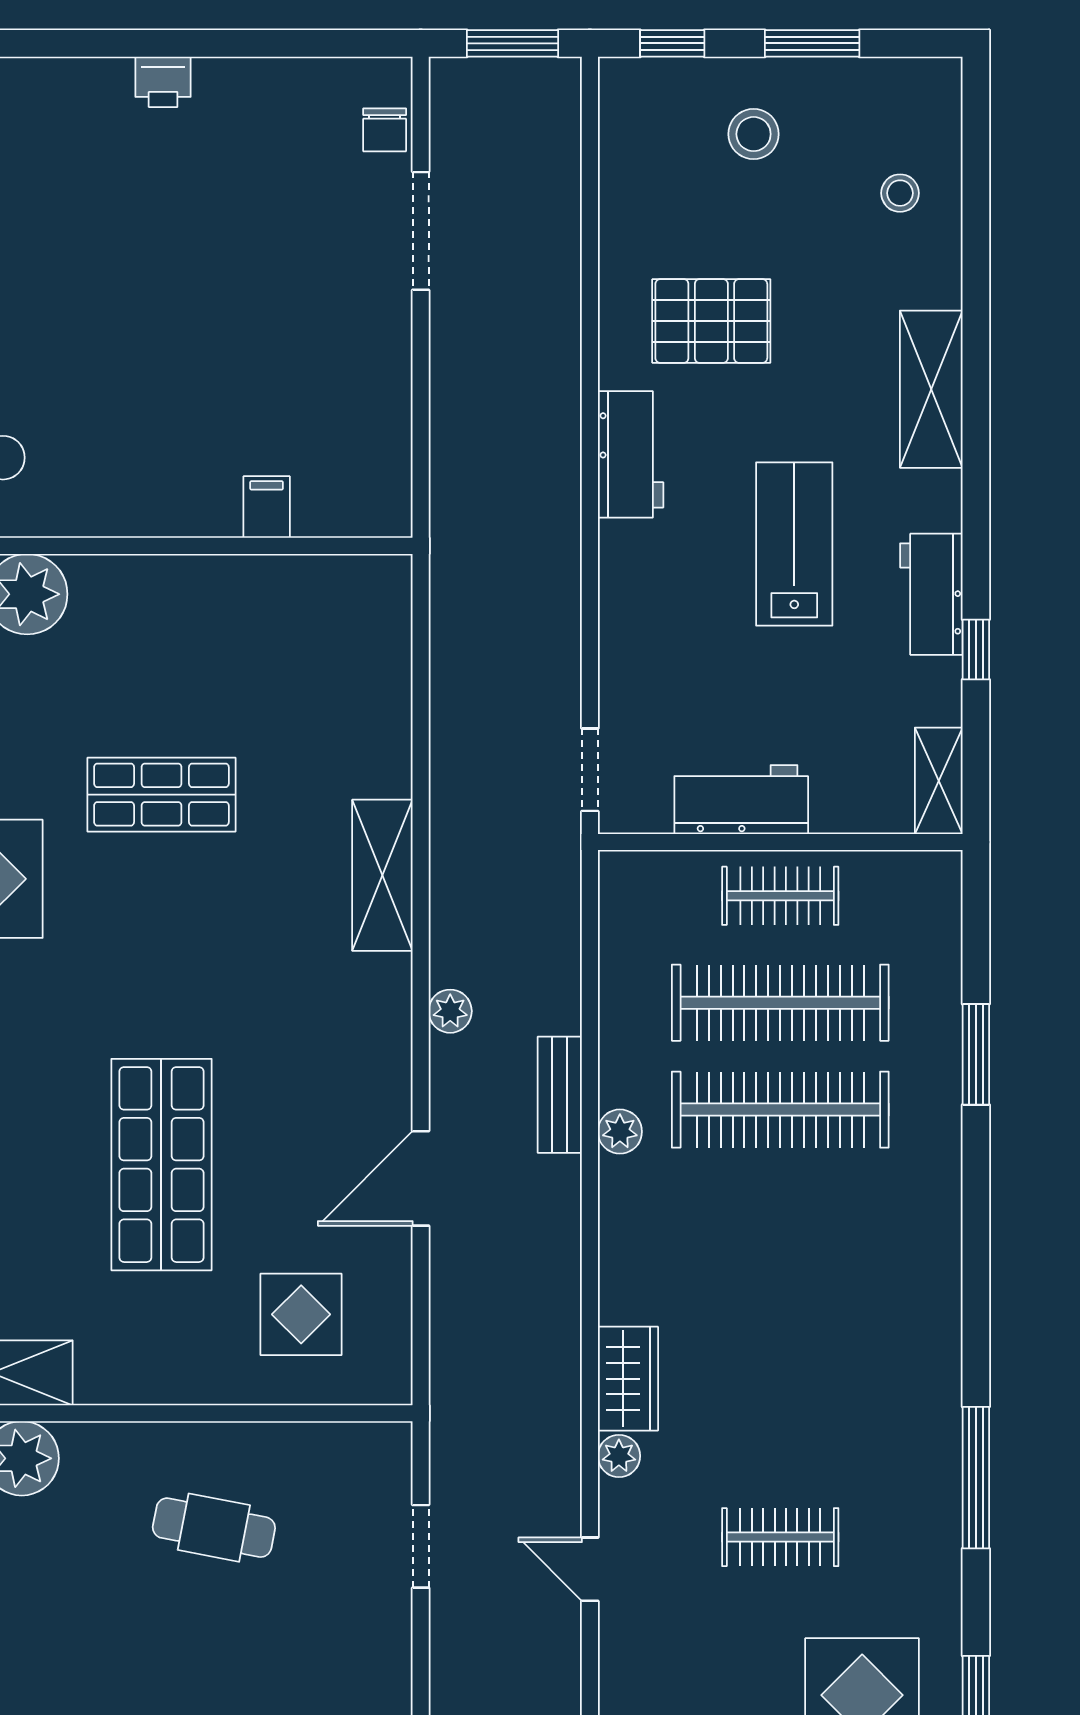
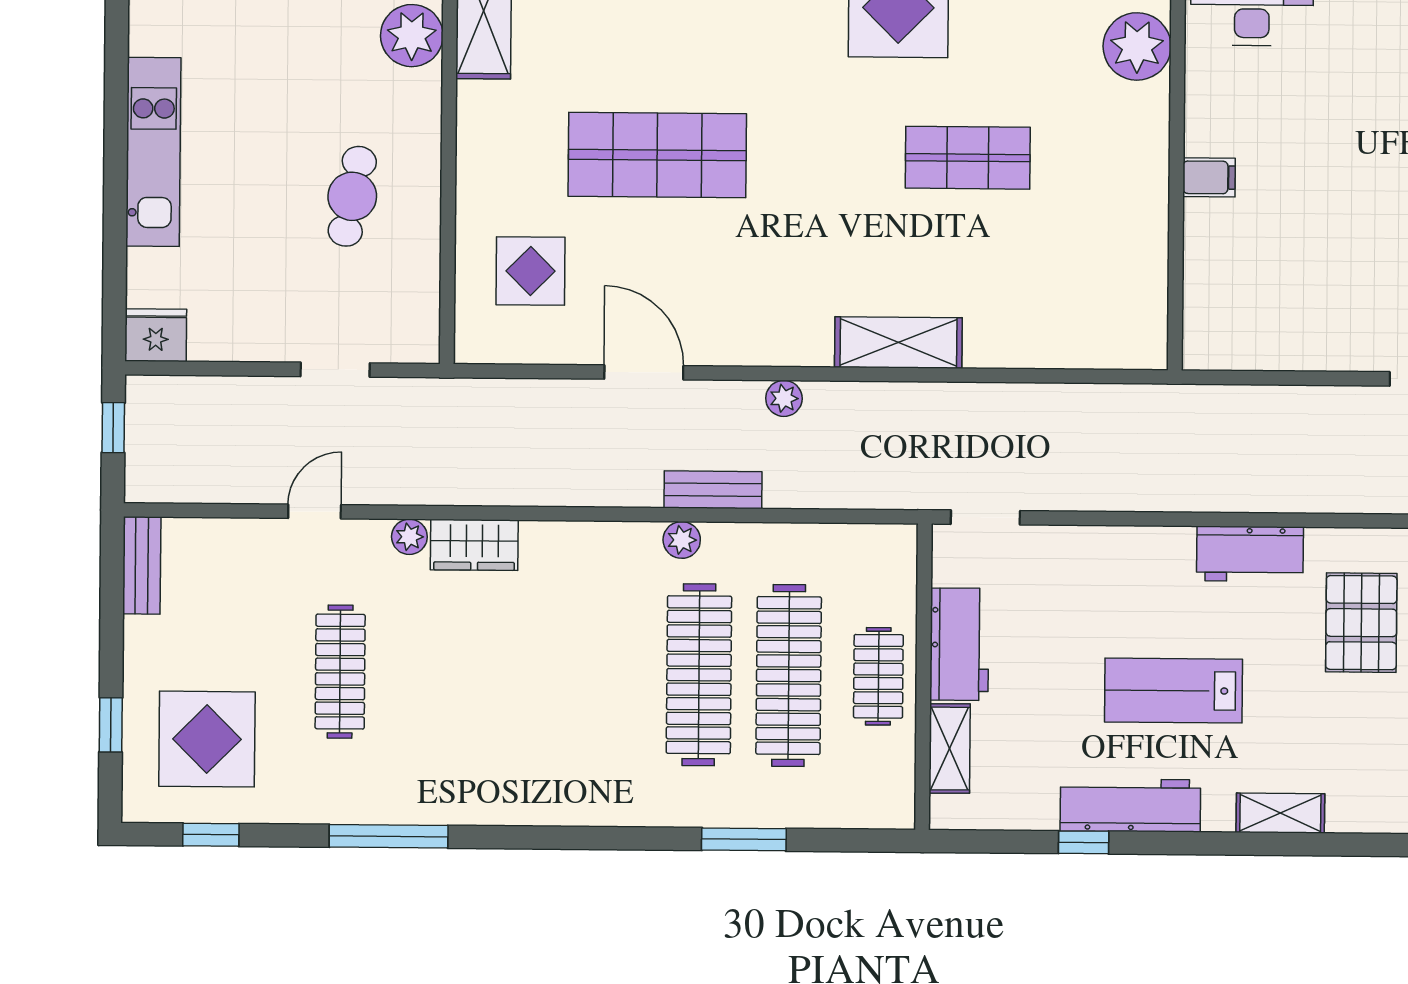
shelving: (931, 389) -> (1280, 813), width x0.67, depth x0.75
filing cabinet: (267, 507) -> (1209, 177), moved
lab bench: (794, 544) -> (1174, 691), turned 180
workbench: (931, 594) -> (1130, 805), width x1.38
shelving: (939, 781) -> (950, 749), moved, turned 90
shop shelf: (161, 795) -> (968, 158), turned 90
clothes rail: (780, 1537) -> (340, 672), width x1.36

